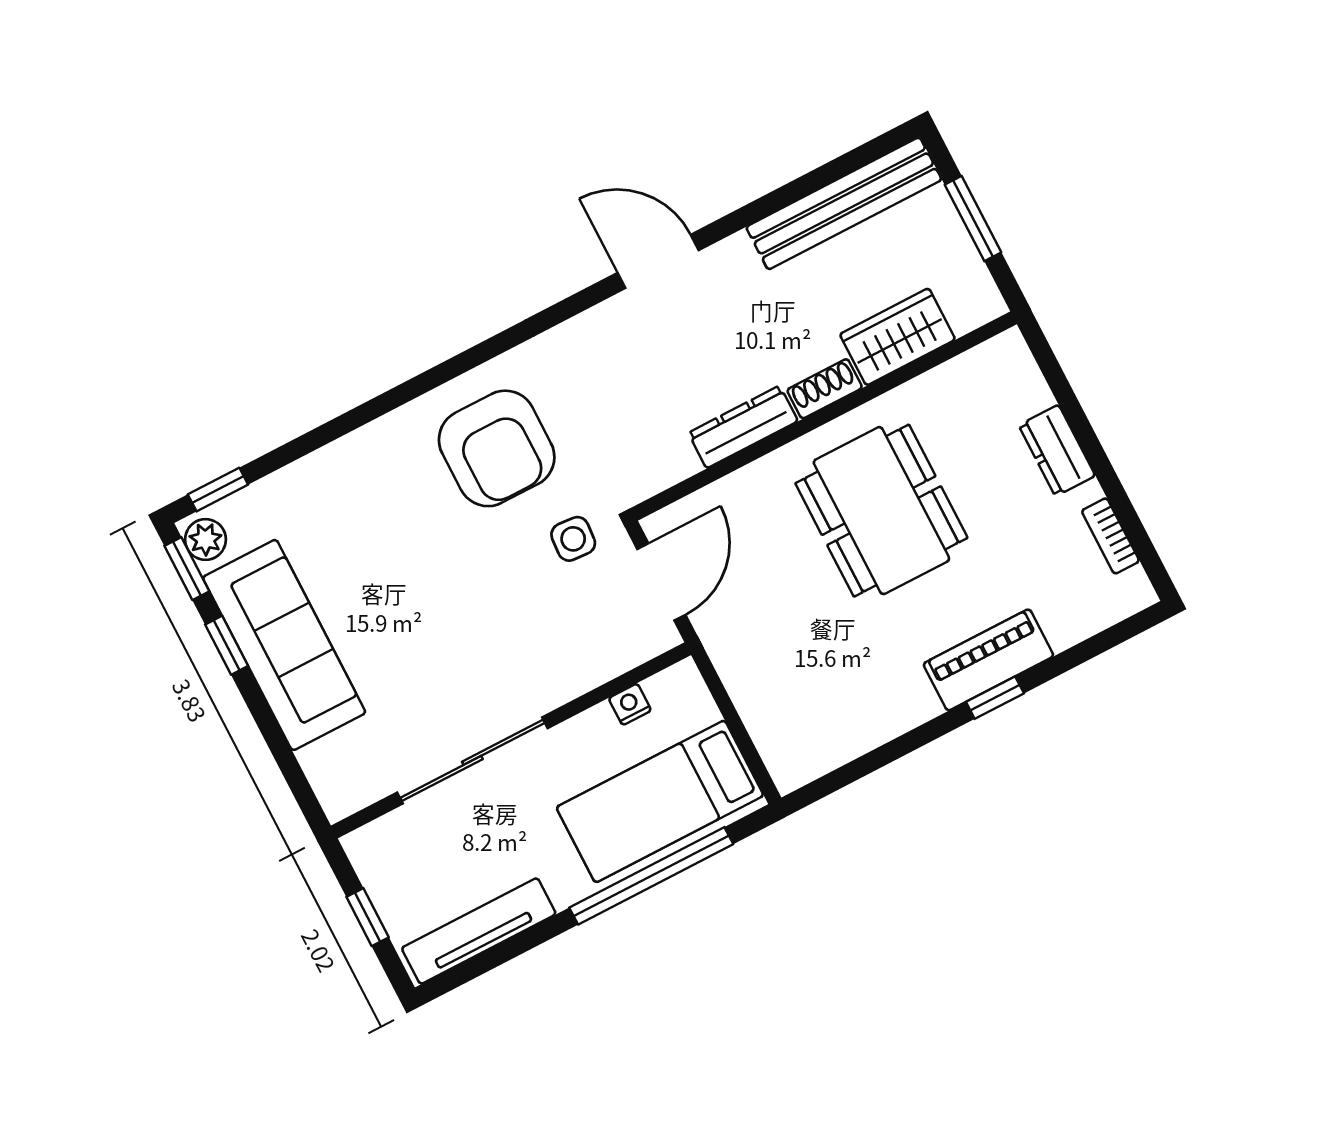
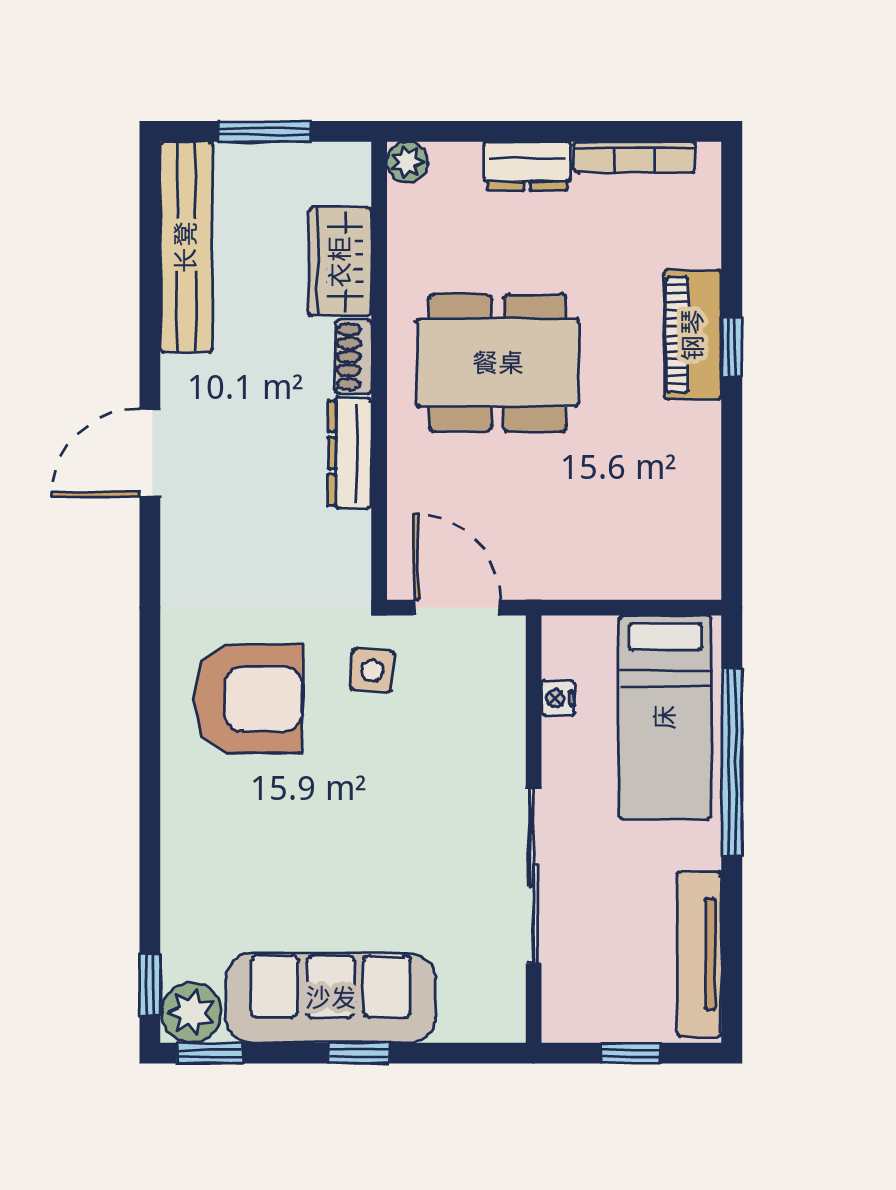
plant: (1009, 350) -> (407, 162), added
bookcase: (1110, 536) -> (635, 157), width x1.56
plant: (205, 539) -> (191, 1013), width x1.38, depth x1.38
window: (227, 645) -> (360, 1053), moved

